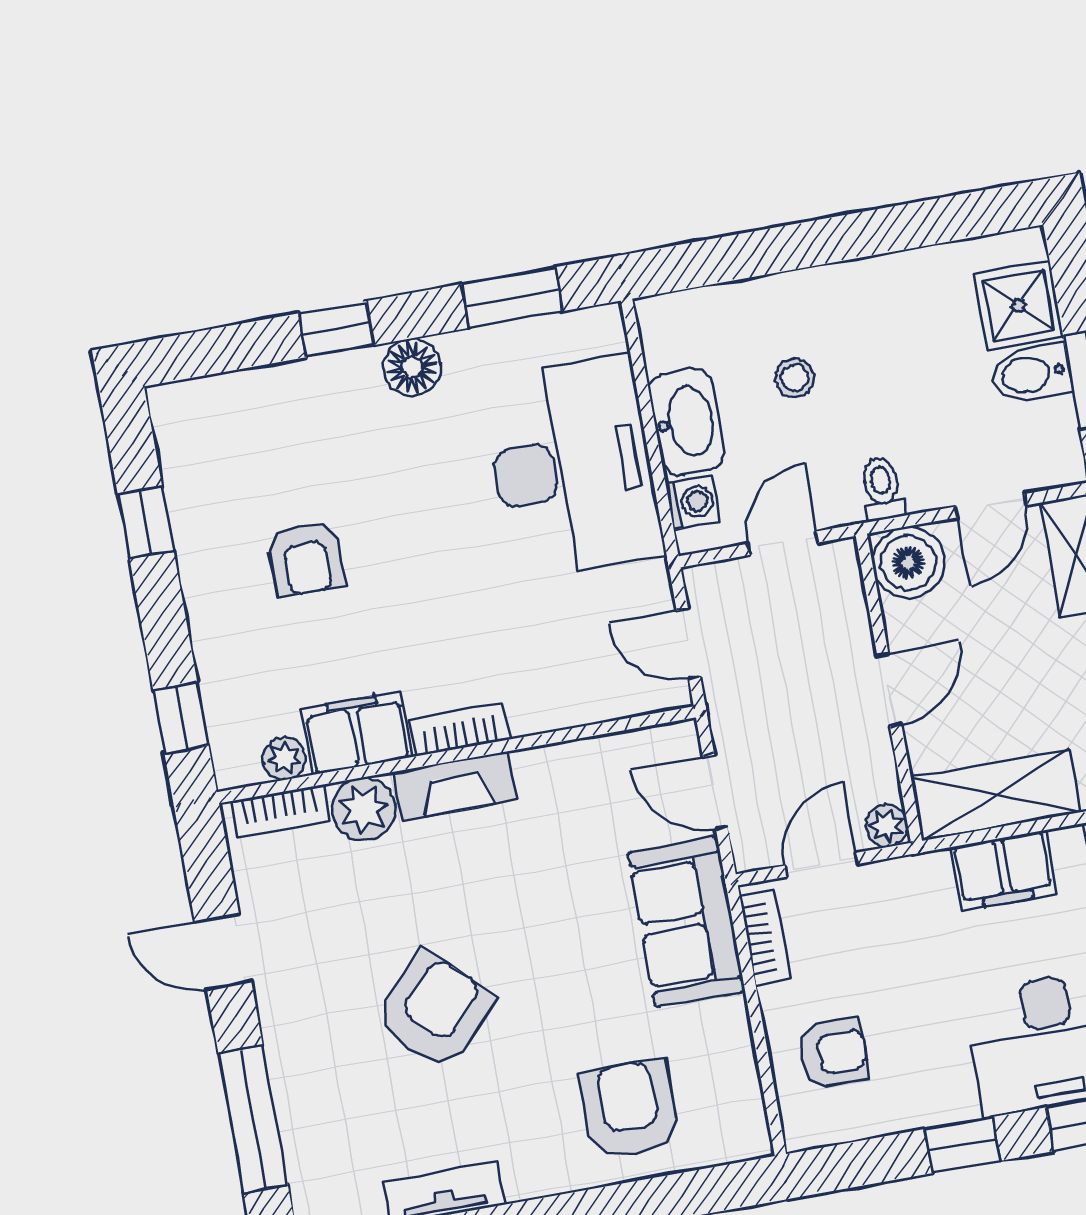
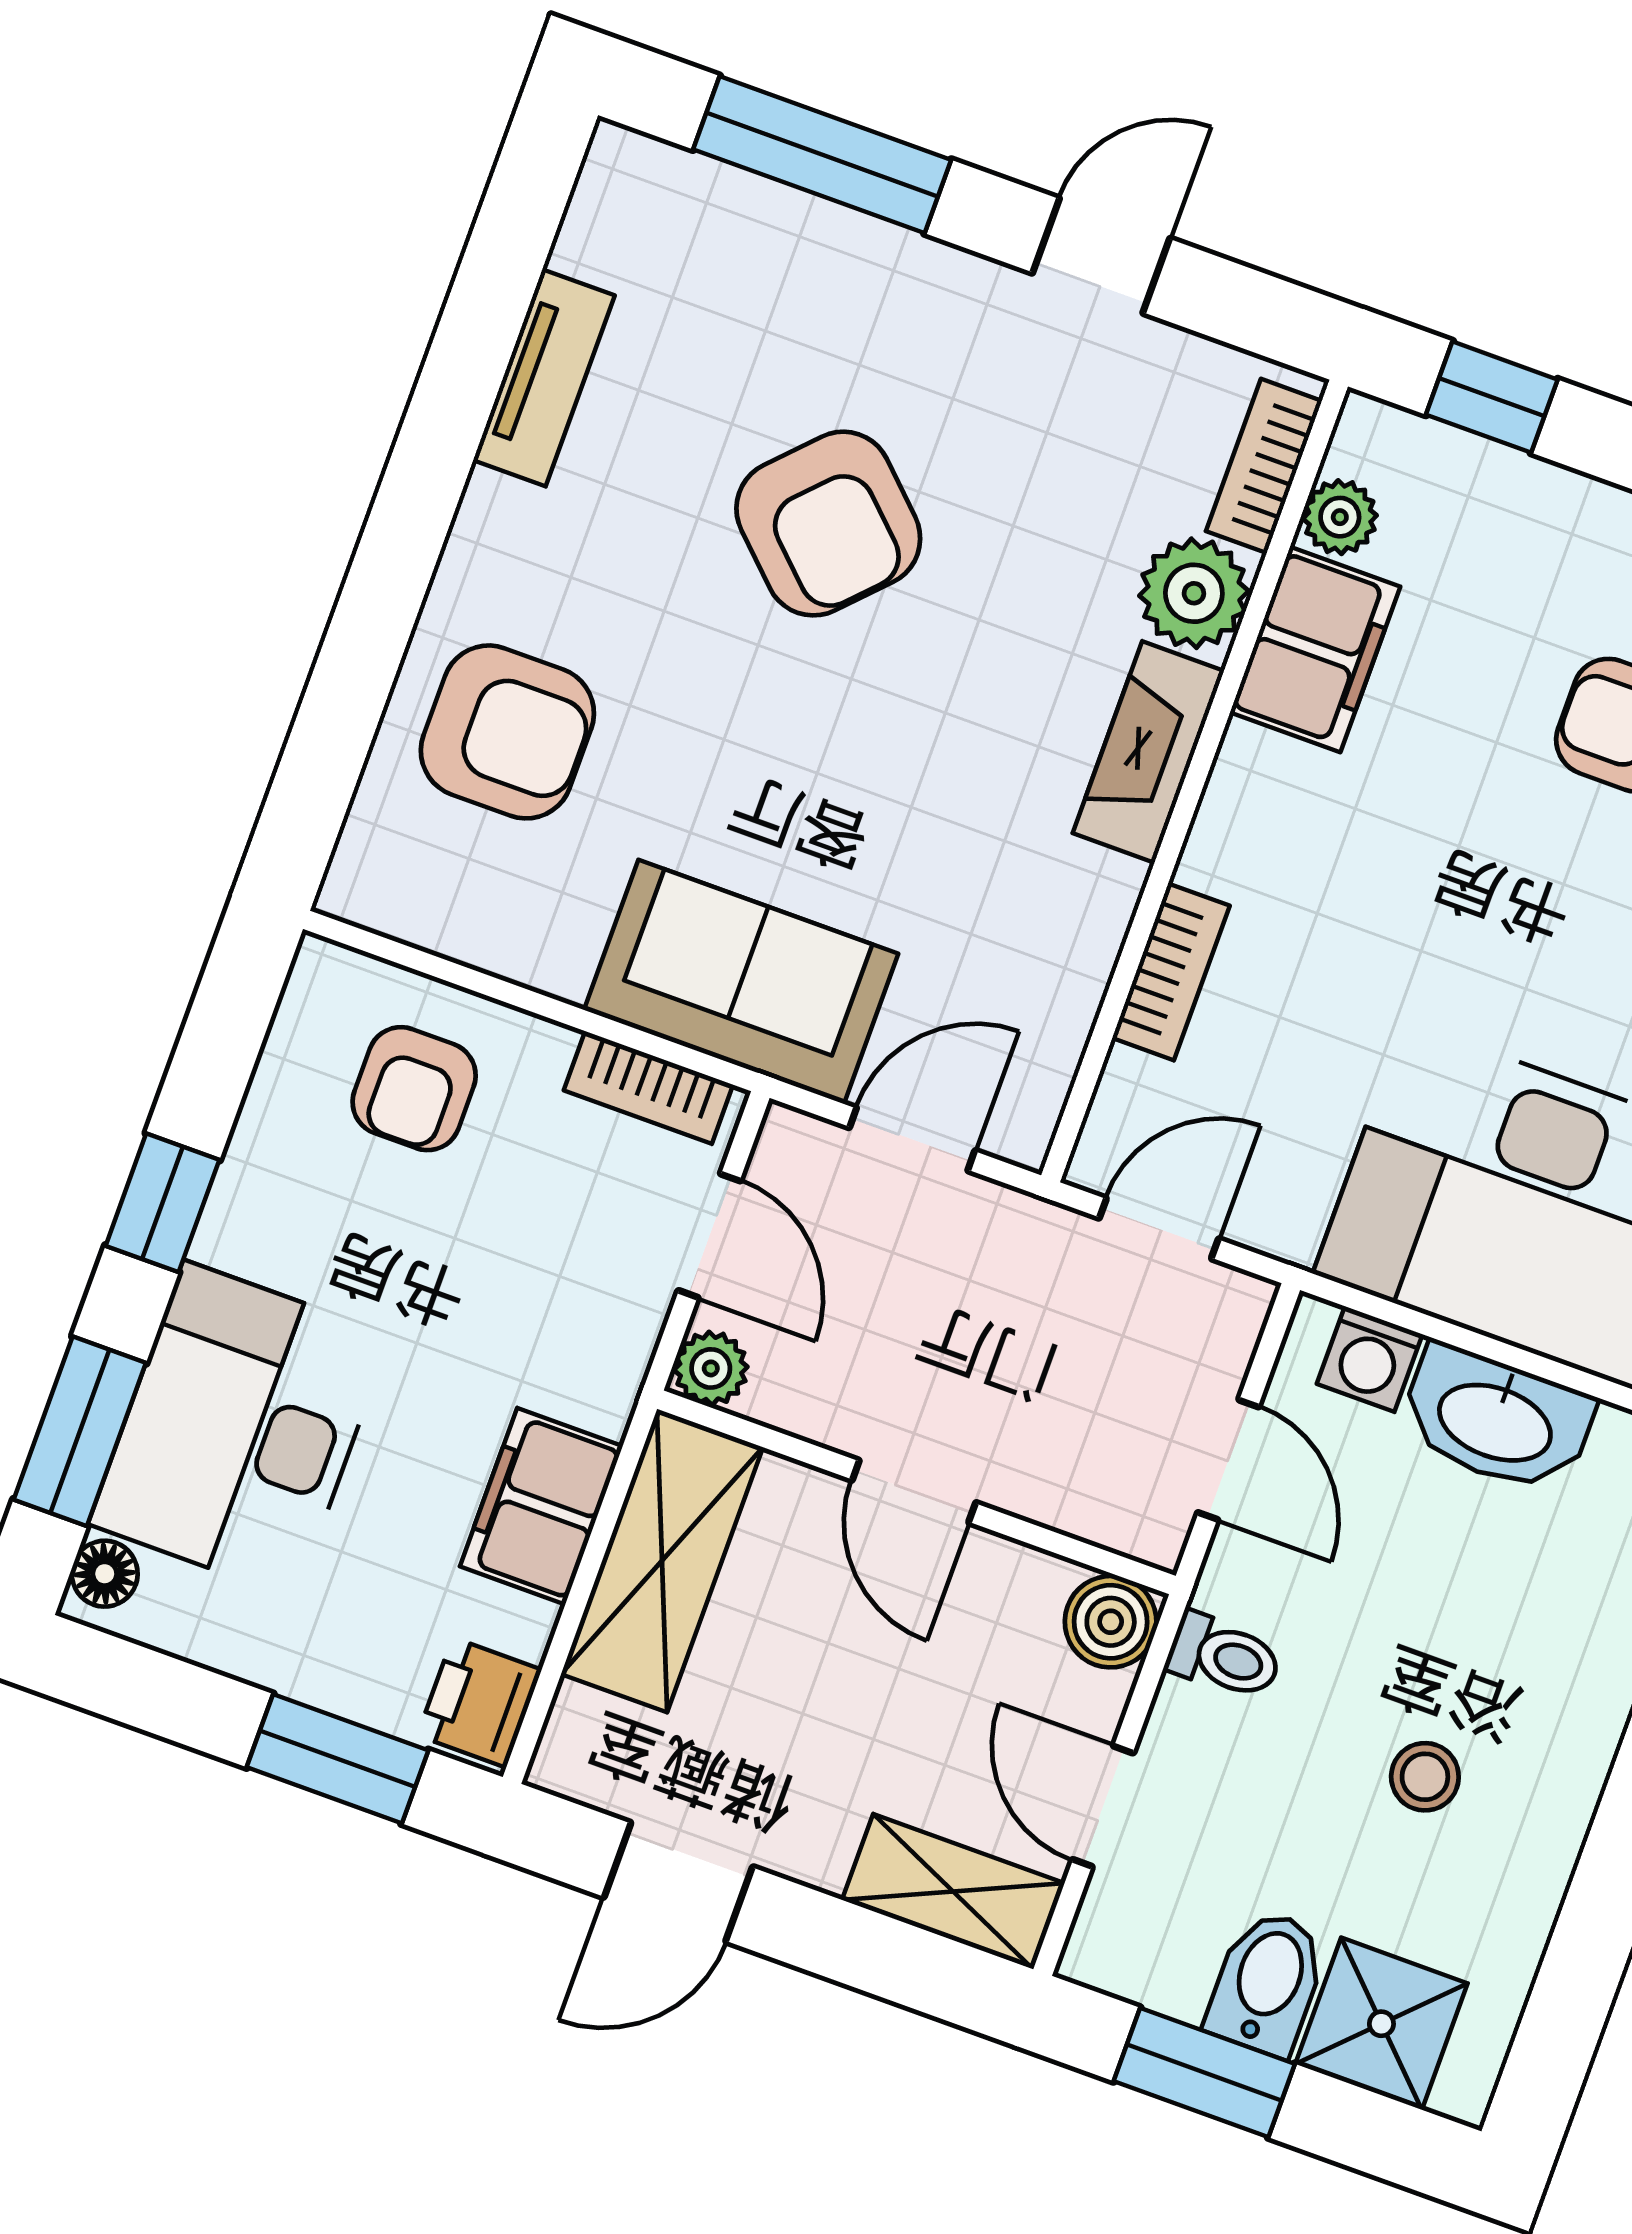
stool: (795, 378) -> (1425, 1777), moved
boiler: (908, 563) -> (1111, 1622), width x0.73, depth x0.73
bookcase: (460, 729) -> (1171, 972), moved

